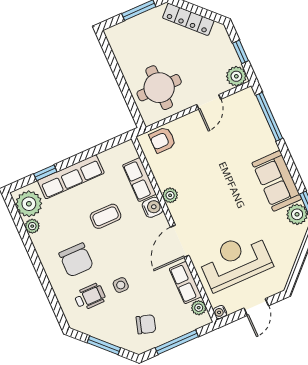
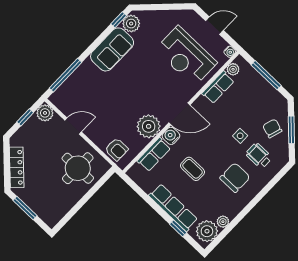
plant: (170, 195) -> (149, 126), width x1.88, depth x1.88
door: (180, 241) -> (179, 114), moved
chair: (146, 324) -> (272, 128), moved

